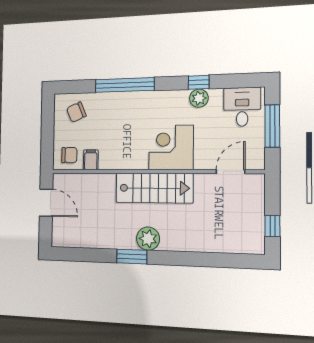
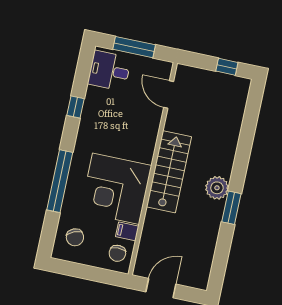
plant: (199, 98) -> (91, 110), removed
corner desk: (171, 148) -> (116, 189), moved, width x1.36, depth x1.36
chair: (69, 155) -> (117, 253), turned 180

